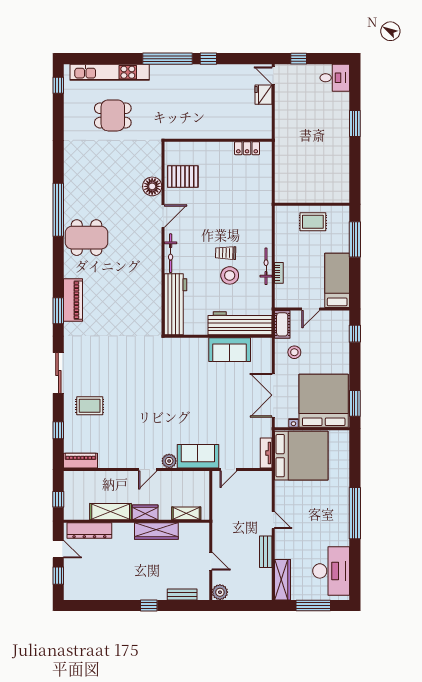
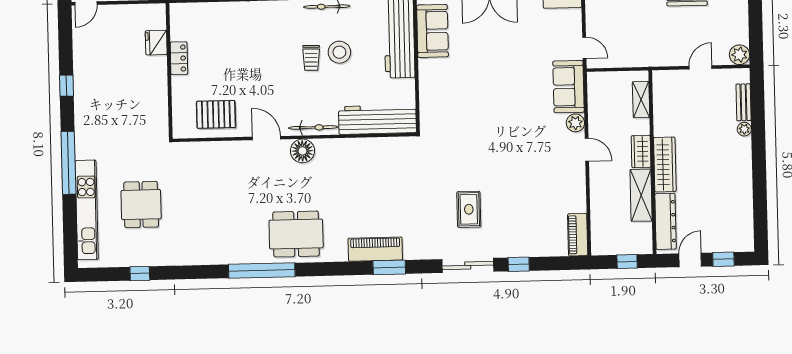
window: (168, 59) -> (68, 163), moved
window: (58, 85) -> (140, 273), moved
fridge: (263, 95) -> (156, 43), moved, turned 90
locker: (247, 148) -> (179, 58), moved
pallet: (183, 177) -> (216, 114), turned 90
floor lamp: (152, 186) -> (302, 151), moved
dining table: (87, 238) -> (296, 234), turned 90
sofa: (230, 350) -> (433, 31), moved
rug: (90, 406) -> (469, 209), moved
window: (58, 430) -> (519, 264), moved
wardrobe: (156, 531) -> (665, 164), moved
plant: (161, 595) -> (744, 129), added
window: (149, 606) -> (758, 144), removed

